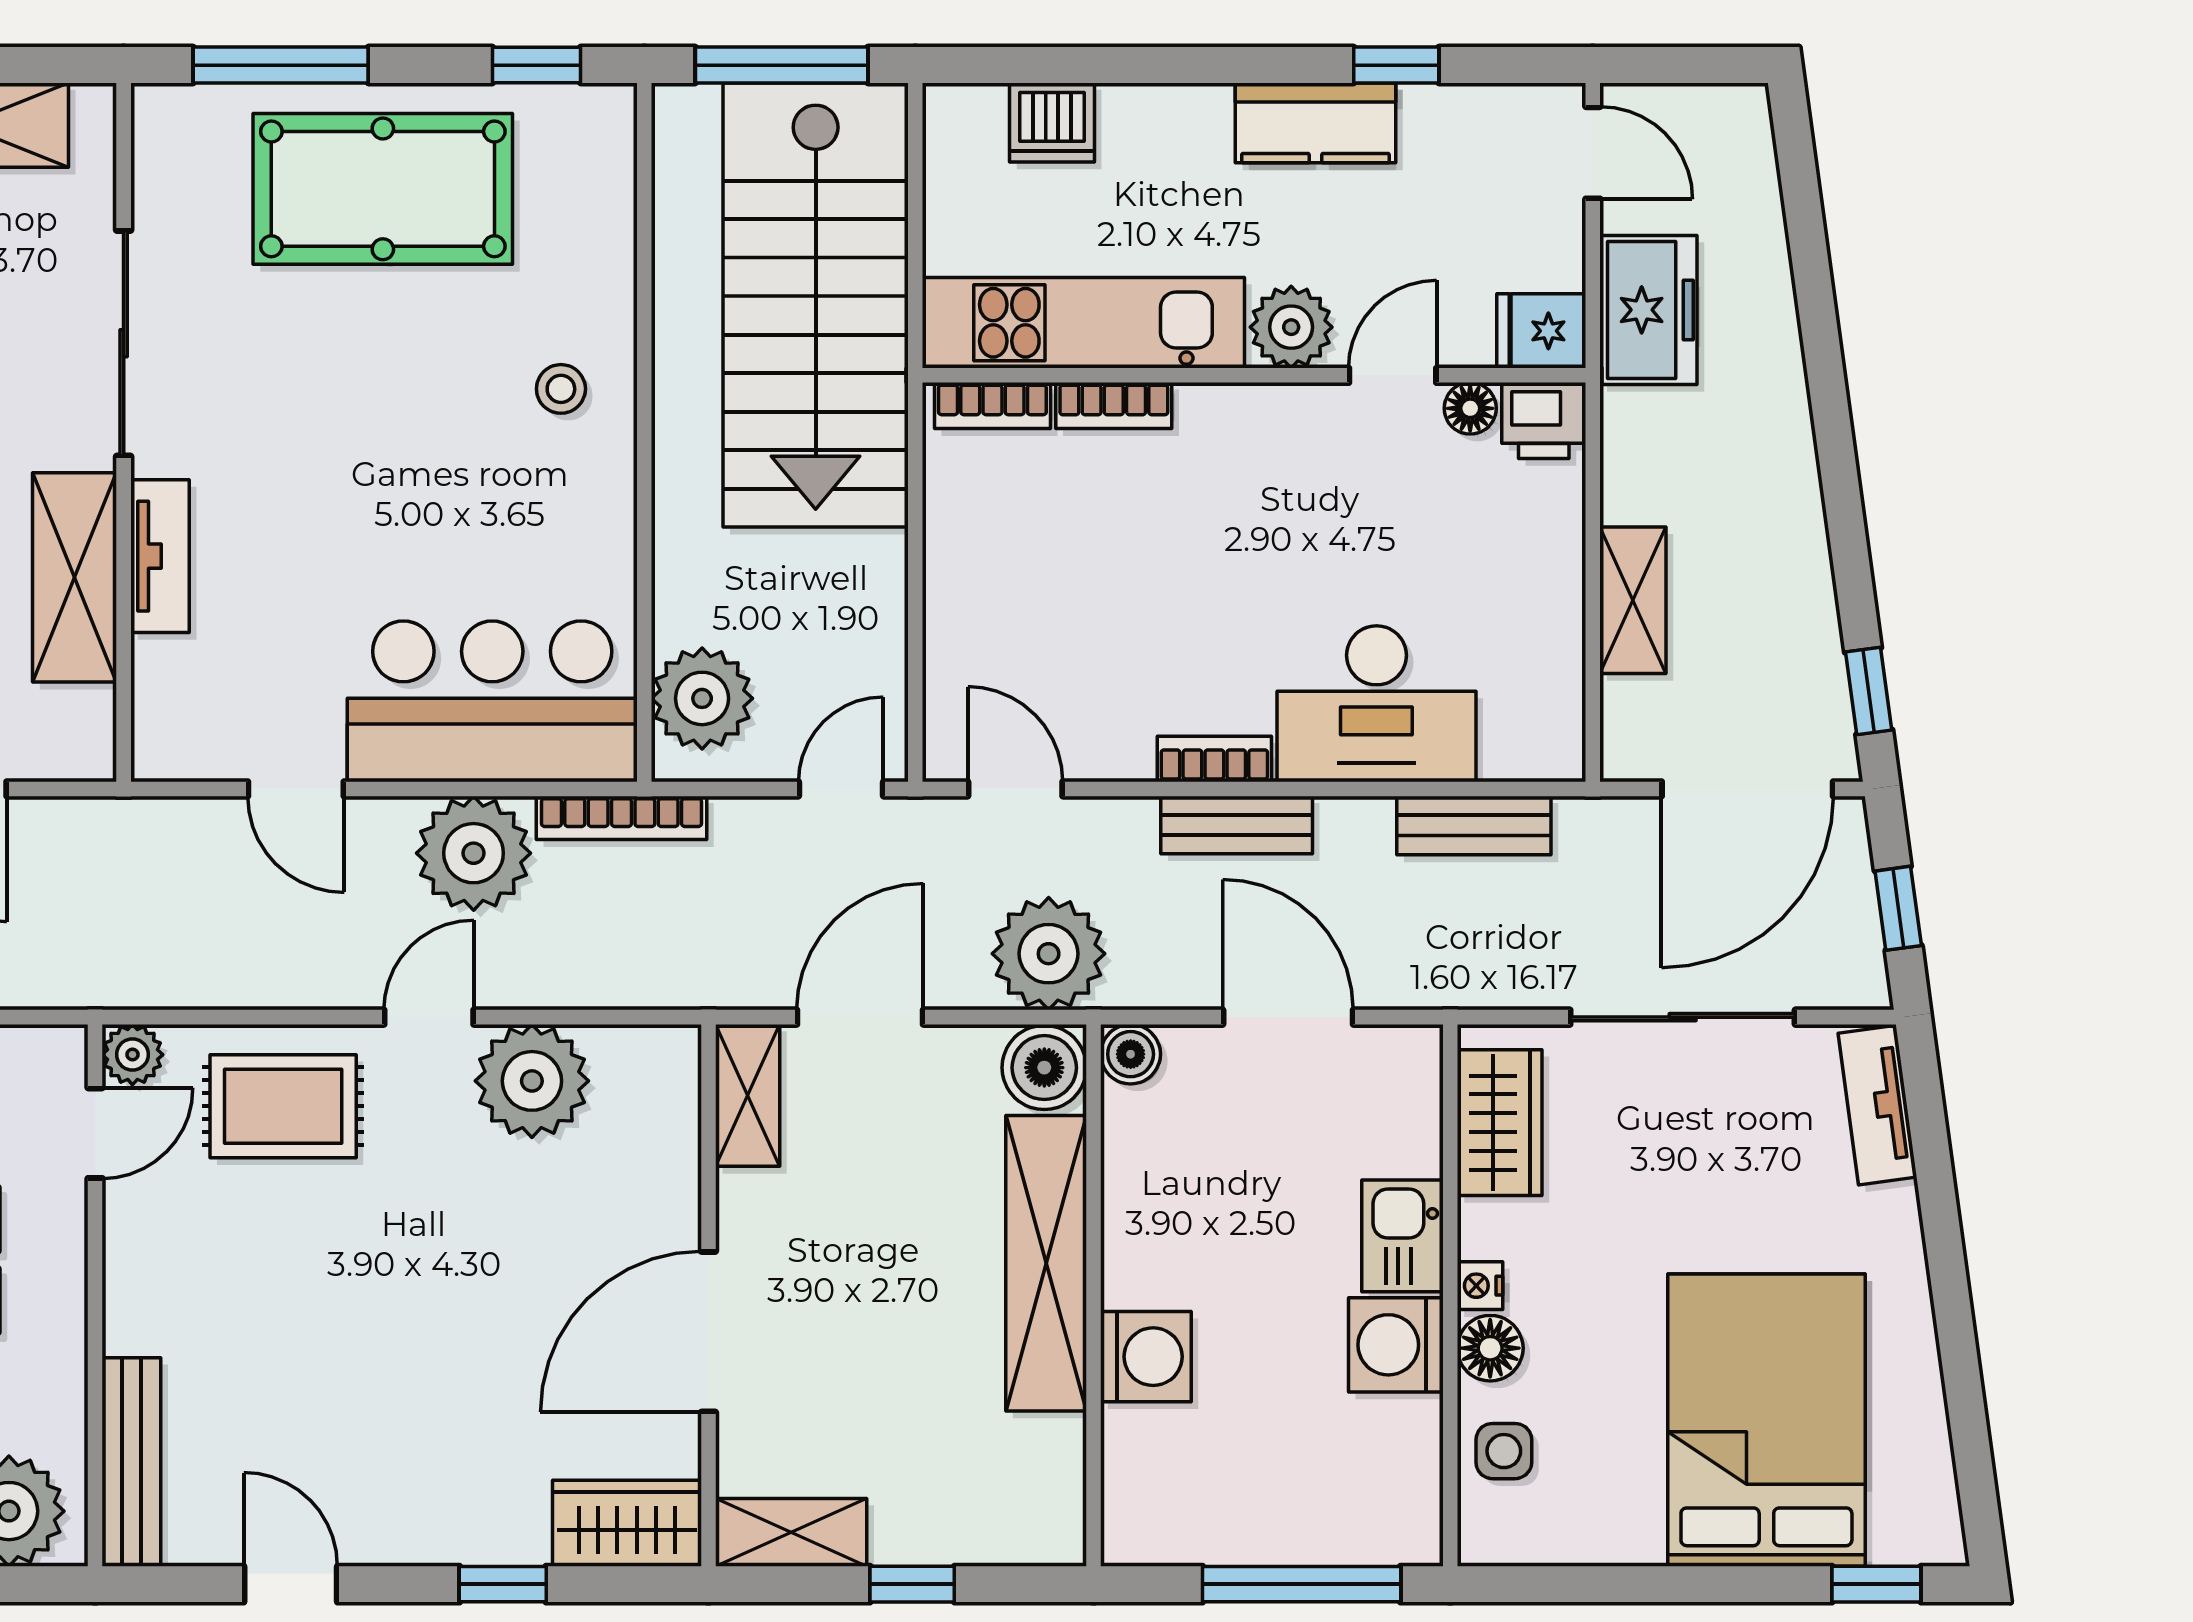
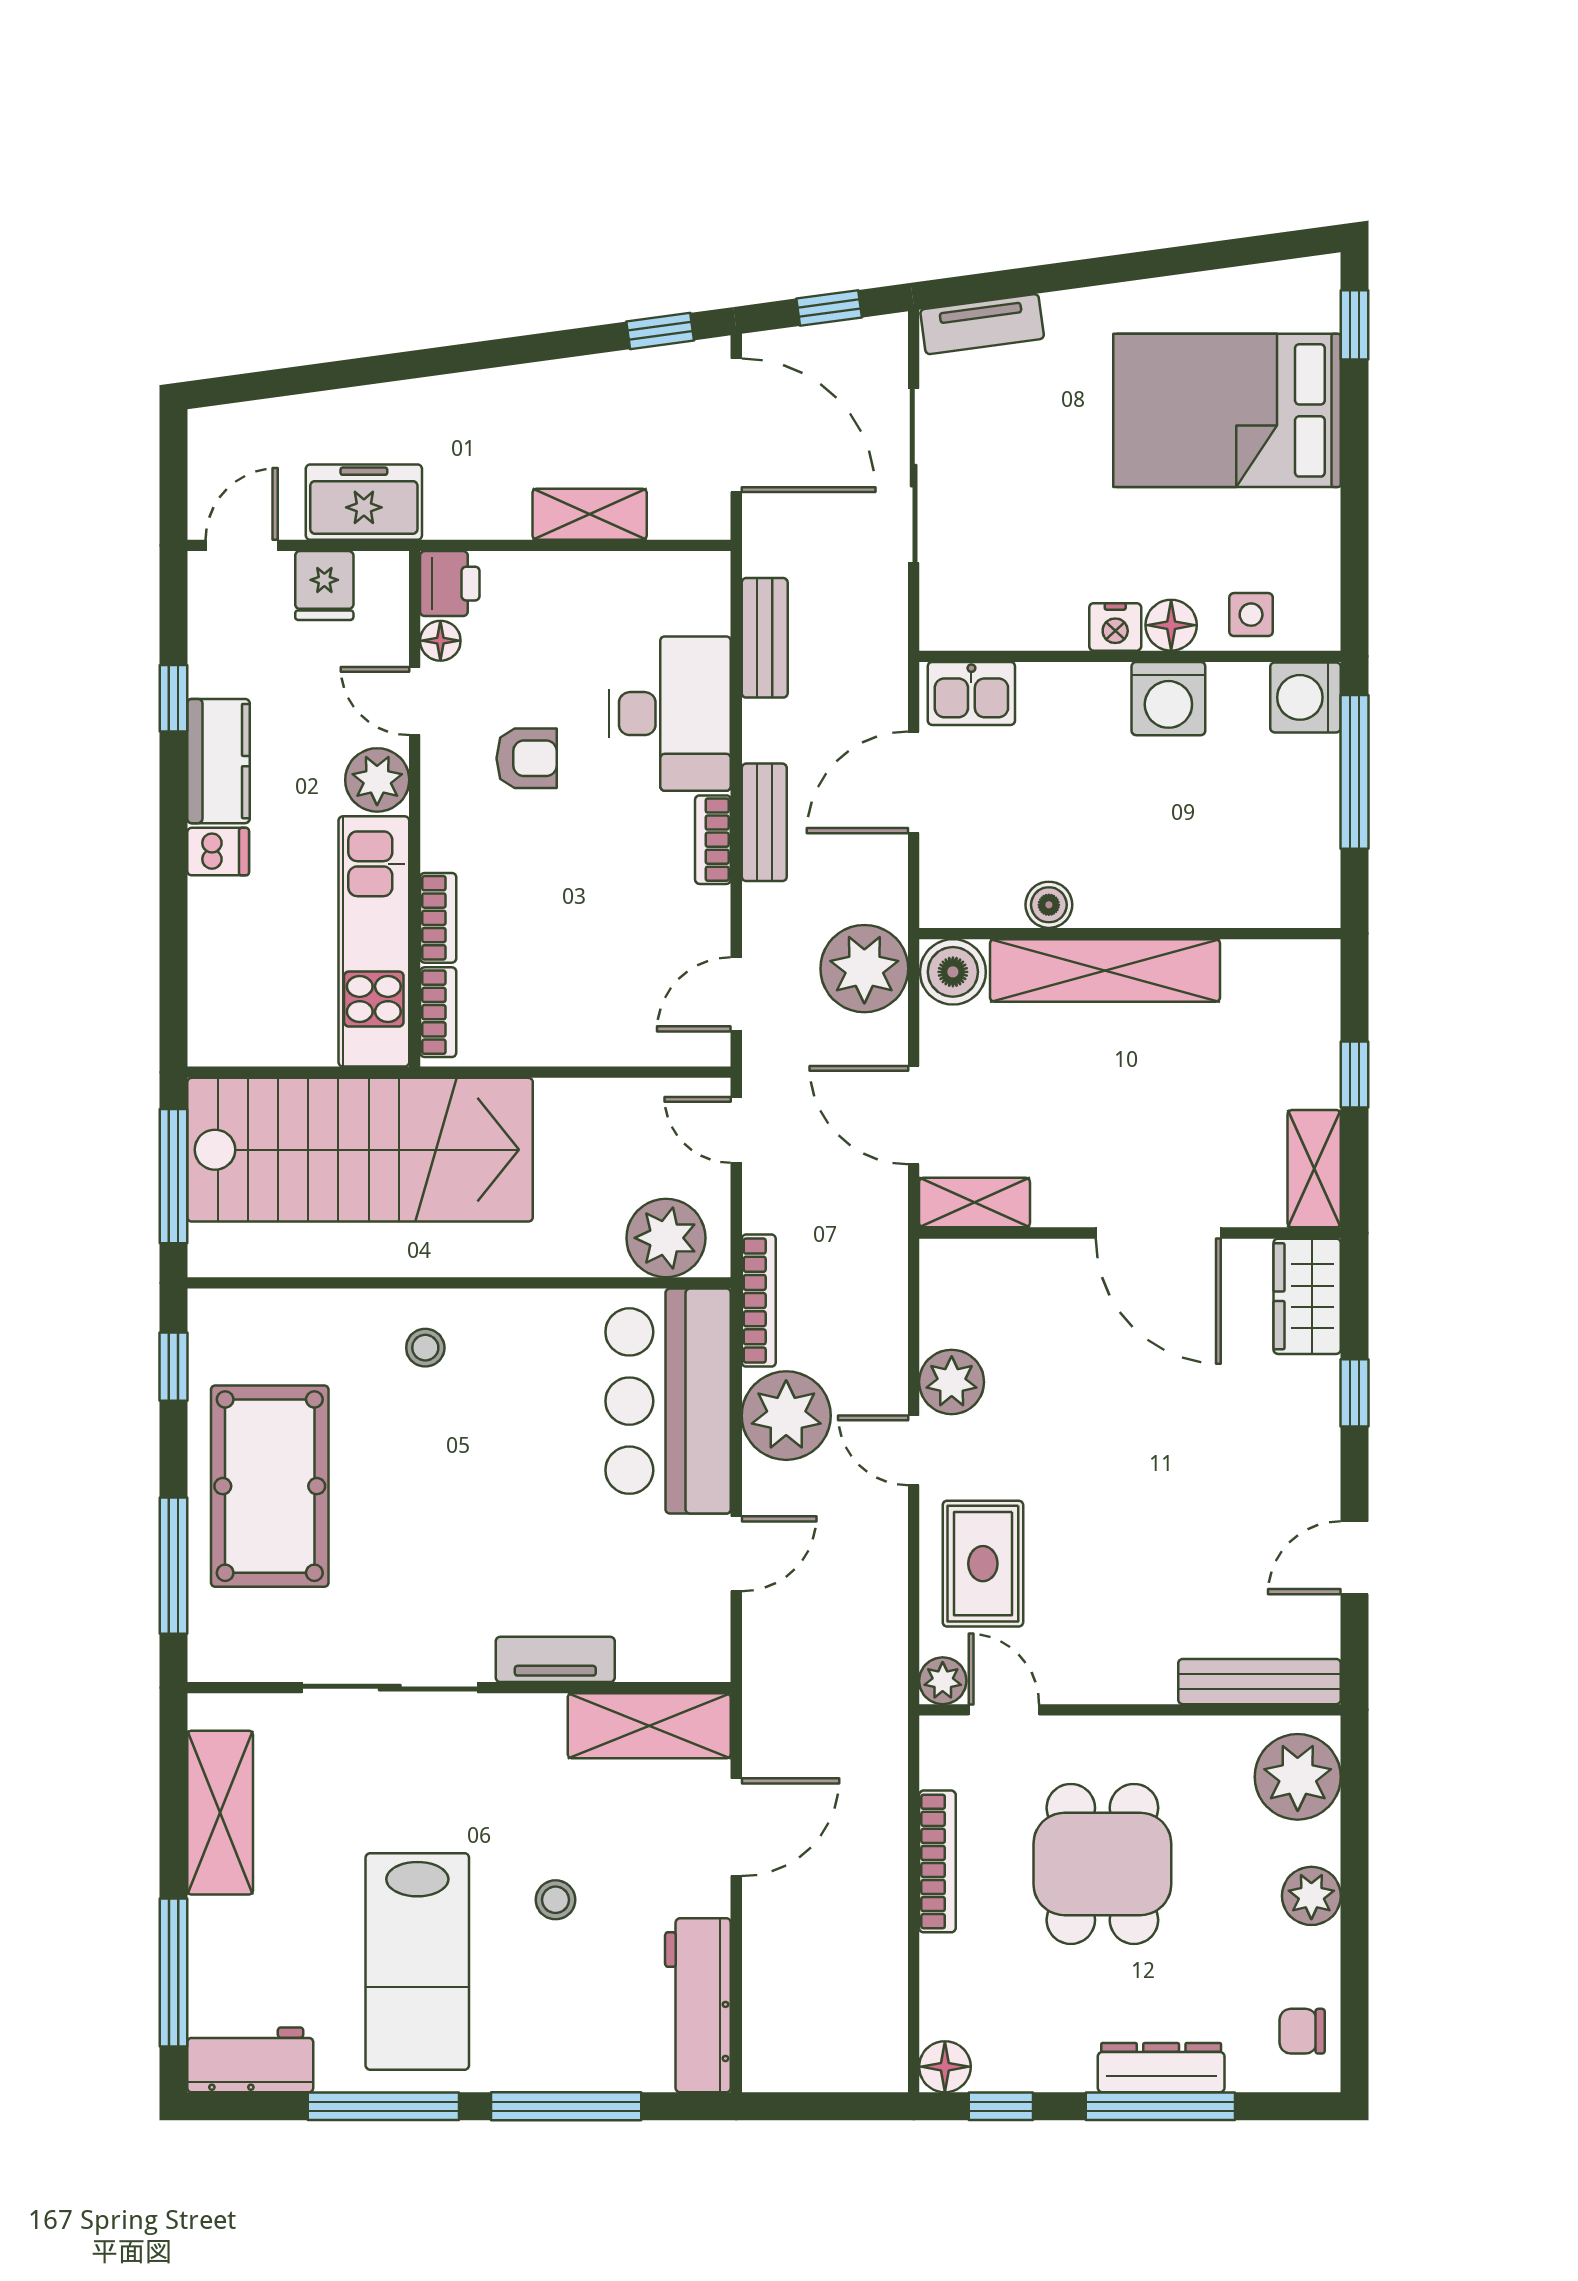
dishwasher: (1052, 122) -> (218, 852), moved, width x0.73
fridge: (1541, 331) -> (324, 586), moved
armchair: (1319, 519) -> (527, 758), added
shelving: (75, 577) -> (649, 1726), moved
boiler: (1131, 1054) -> (1049, 905), moved
plant: (532, 1081) -> (952, 1382), width x0.73, depth x0.73
wardrobe: (1500, 1123) -> (996, 618), removed
kitchen sink: (1402, 1236) -> (971, 693), moved
nightstand: (1480, 1286) -> (1115, 627), width x1.39, depth x1.35
washing machine: (1146, 1357) -> (1305, 697), moved, turned -90

